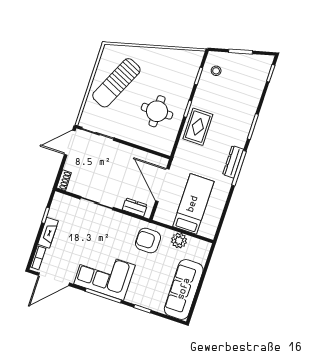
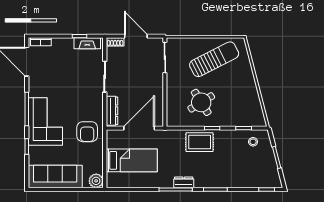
sun lounger: (116, 83) -> (214, 59), turned 128
round table: (157, 111) -> (201, 102), turned -32
door: (70, 143) -> (136, 36), moved
dresser: (233, 162) -> (184, 182), width x0.70
dresser: (135, 207) -> (112, 111), width x1.44
fireplace: (48, 233) -> (87, 43), moved
armchair: (148, 241) -> (87, 132), turned 180
plant: (179, 241) -> (96, 181), moved
corner sofa: (104, 275) -> (45, 122), moved

